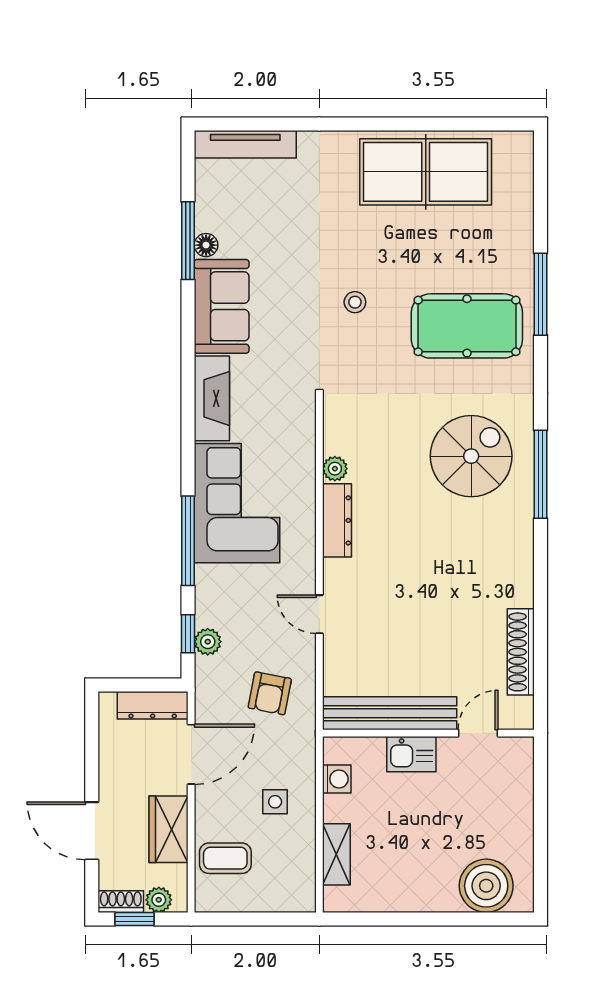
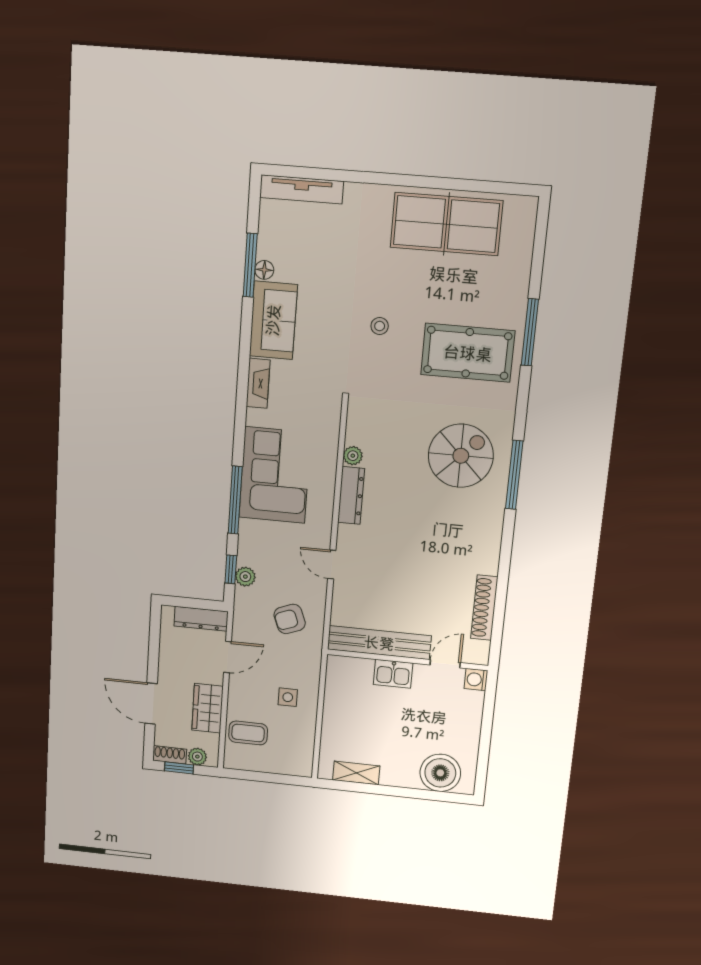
fireplace: (212, 398) -> (258, 383), width x0.73, depth x0.76
armchair: (270, 693) -> (290, 619), turned 58
door: (191, 754) -> (228, 657), width x0.73
washing machine: (337, 779) -> (476, 680), moved, turned 180
shelving: (336, 854) -> (356, 773), moved, turned 90

